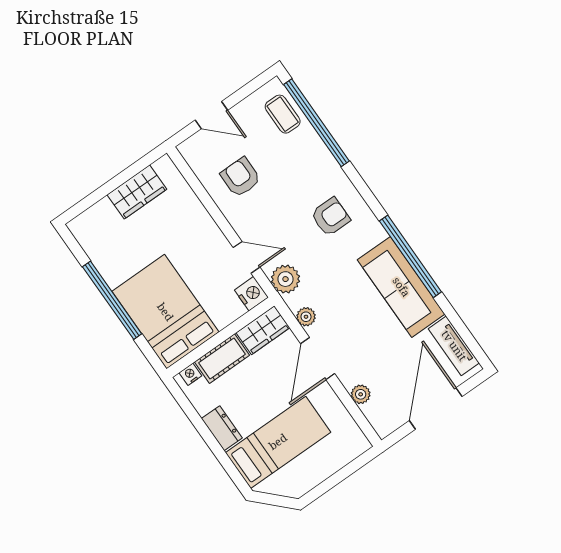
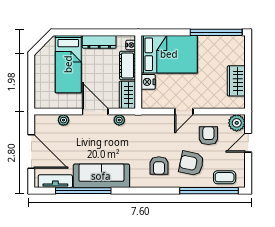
armchair: (296, 174) -> (191, 163), added
armchair: (241, 177) -> (208, 136), turned -90
window: (410, 256) -> (83, 191), moved
door: (247, 257) -> (184, 111), moved
plant: (285, 279) -> (237, 123), moved
nightstand: (251, 294) -> (148, 82), moved, turned 90
window: (112, 300) -> (216, 32), moved
dresser: (222, 428) -> (99, 42), width x1.44

